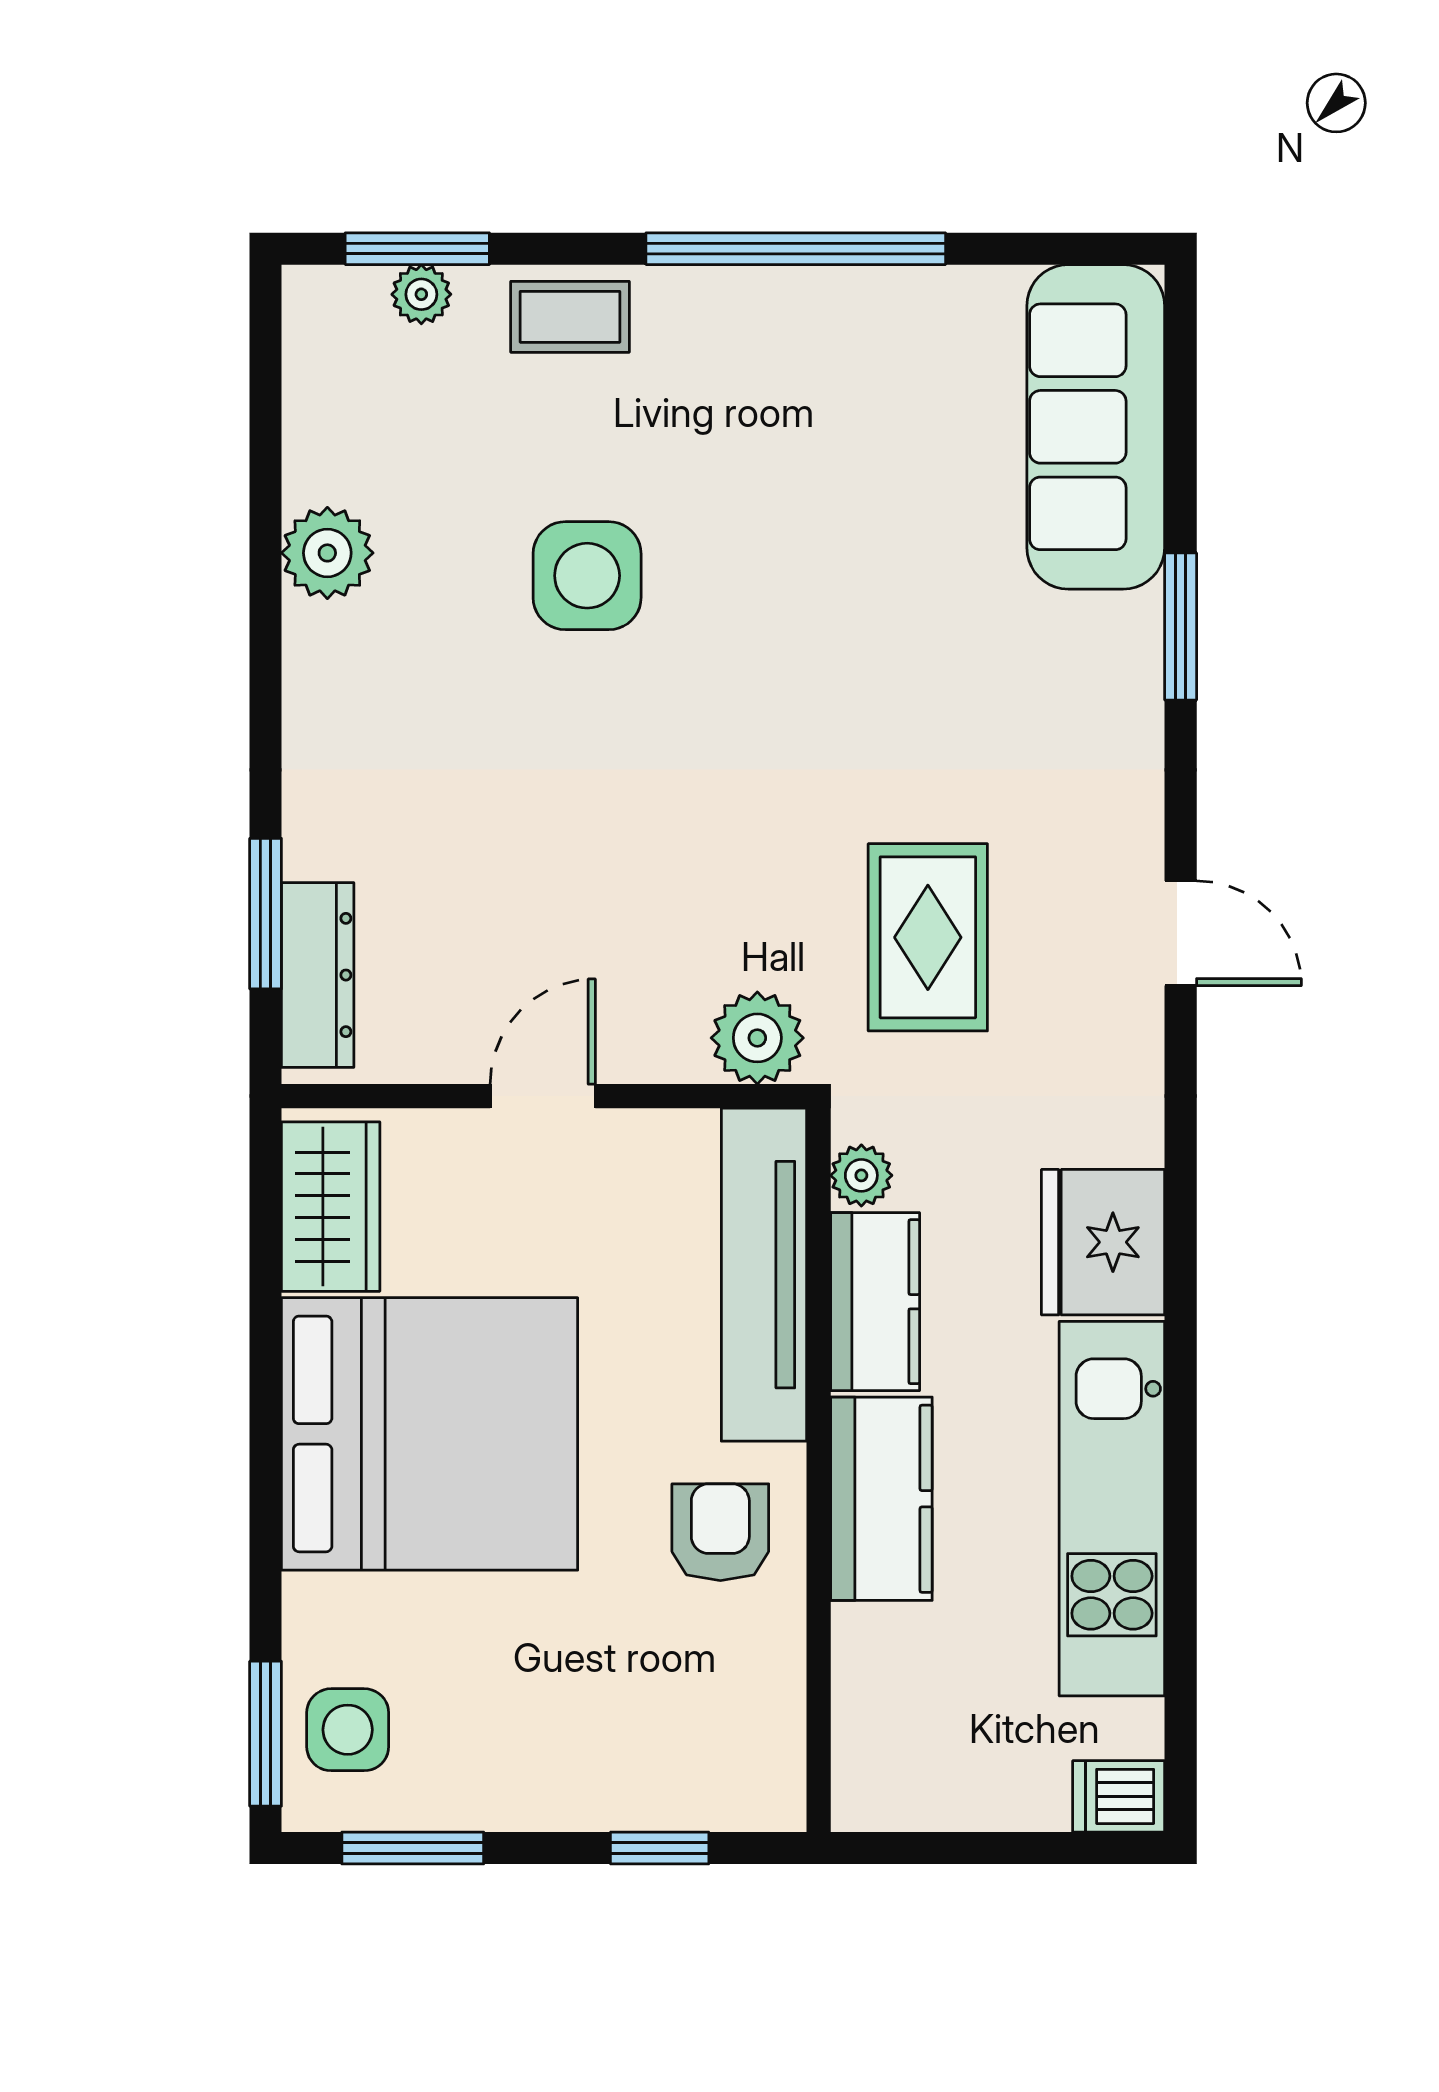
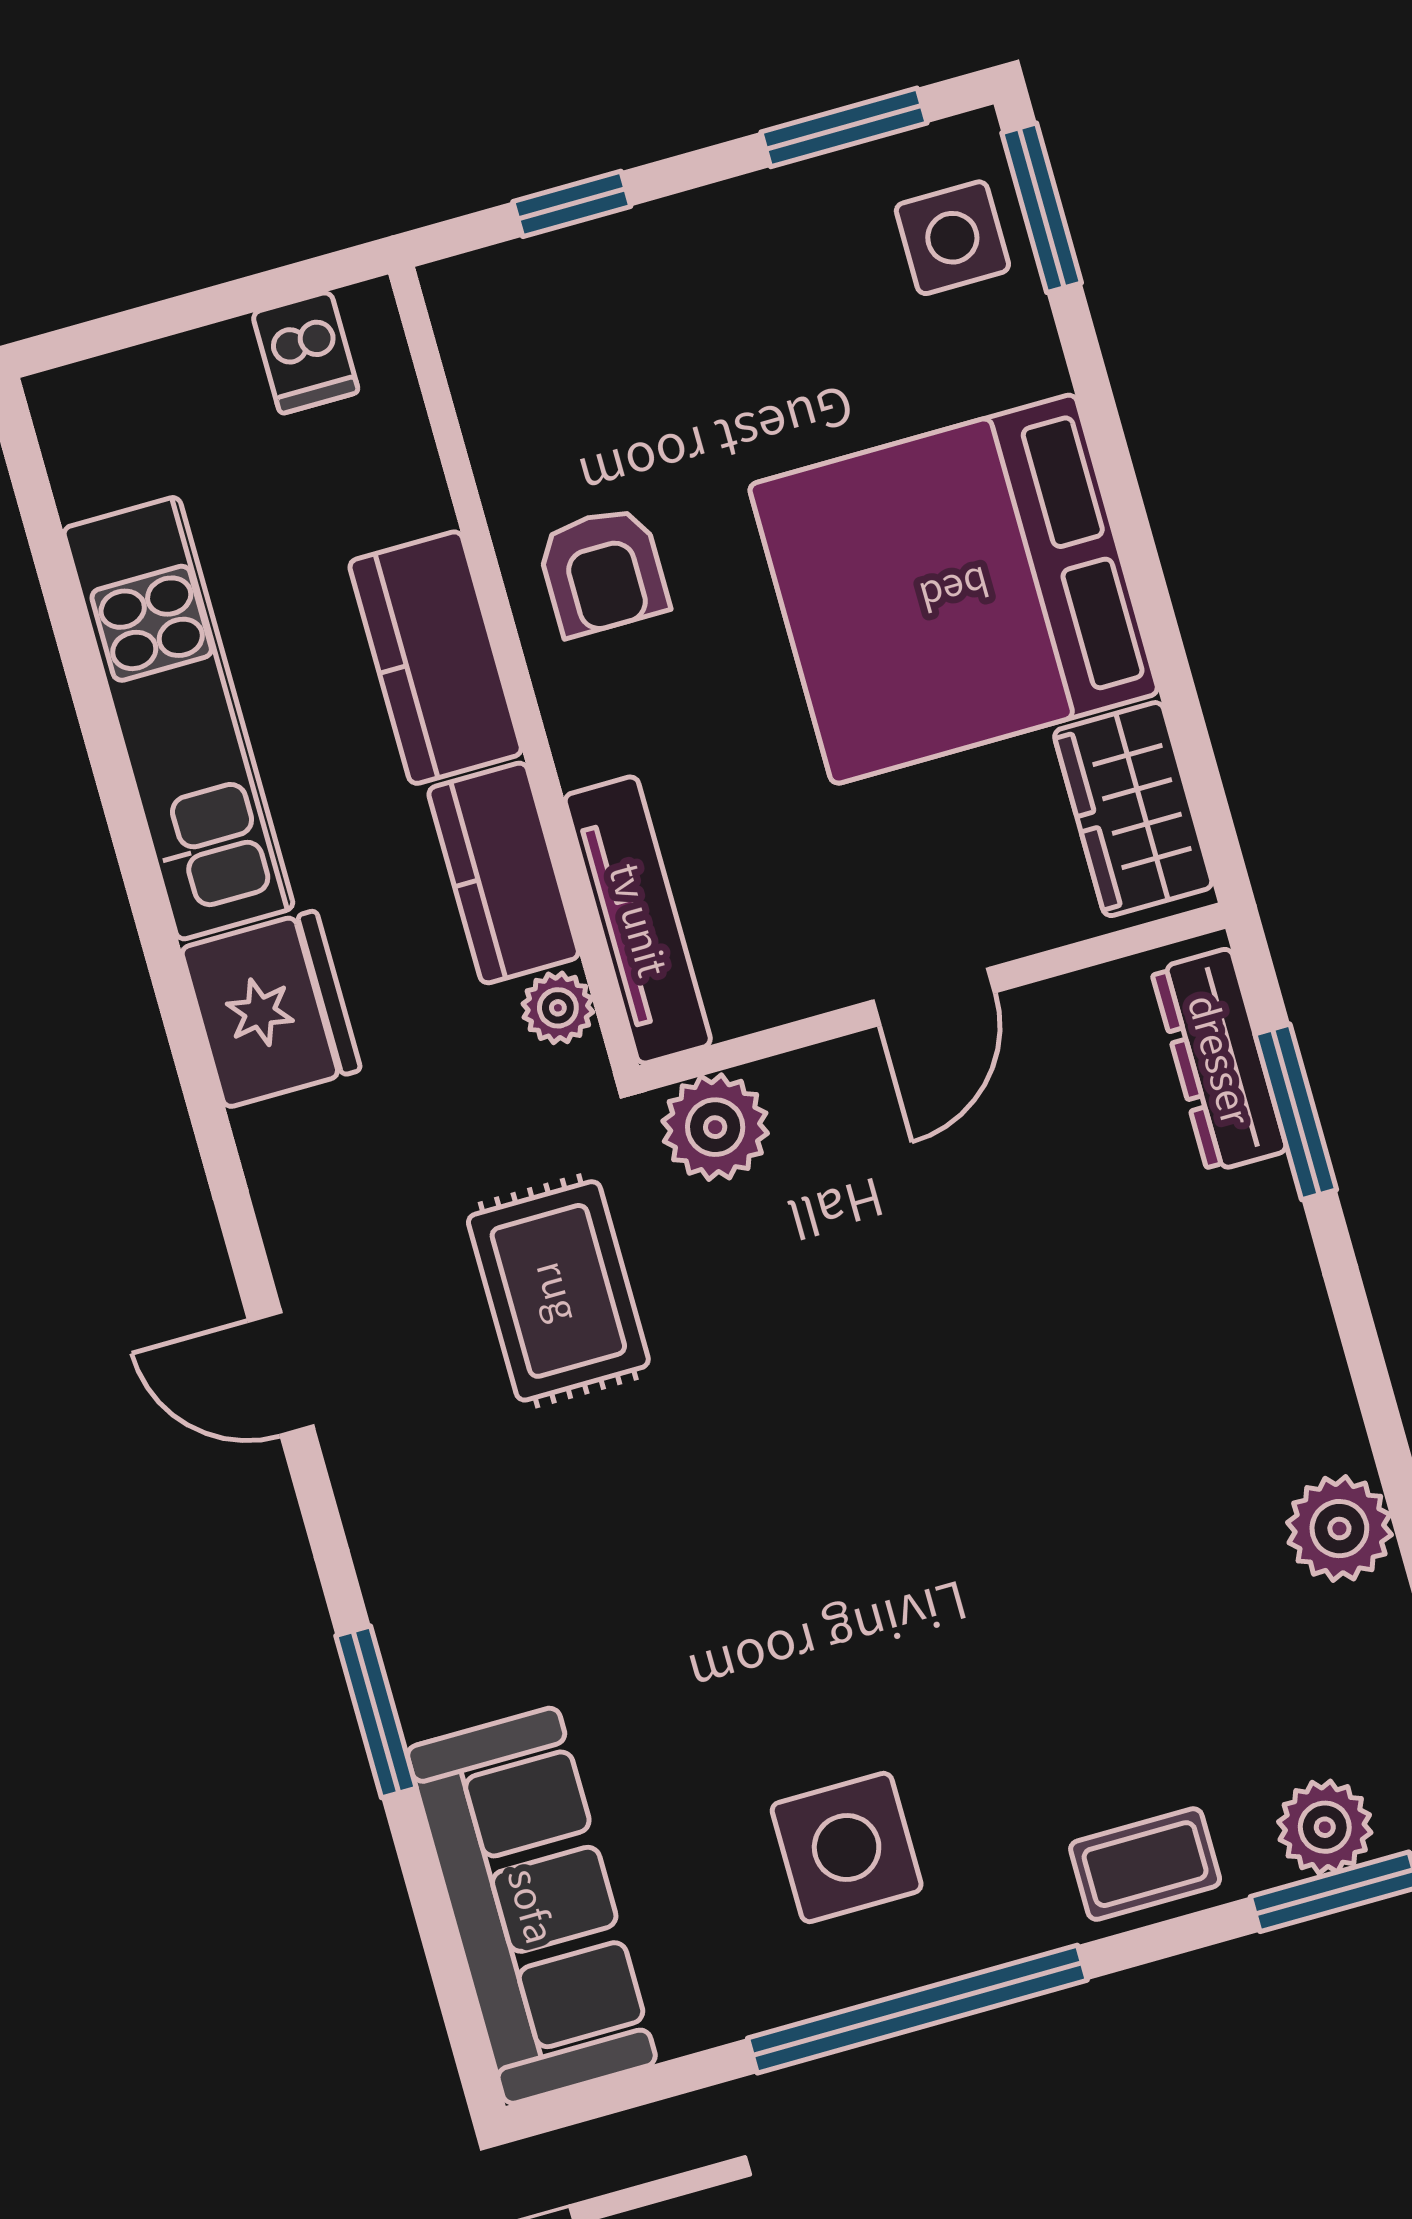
plant: (421, 294) -> (1325, 1827), width x1.38, depth x1.38
side table: (587, 576) -> (847, 1847), moved
tv unit: (764, 1275) -> (638, 920), width x0.73, depth x0.78
dishwasher: (1119, 1796) -> (305, 352), moved, turned 90

